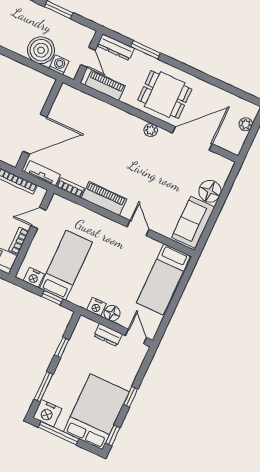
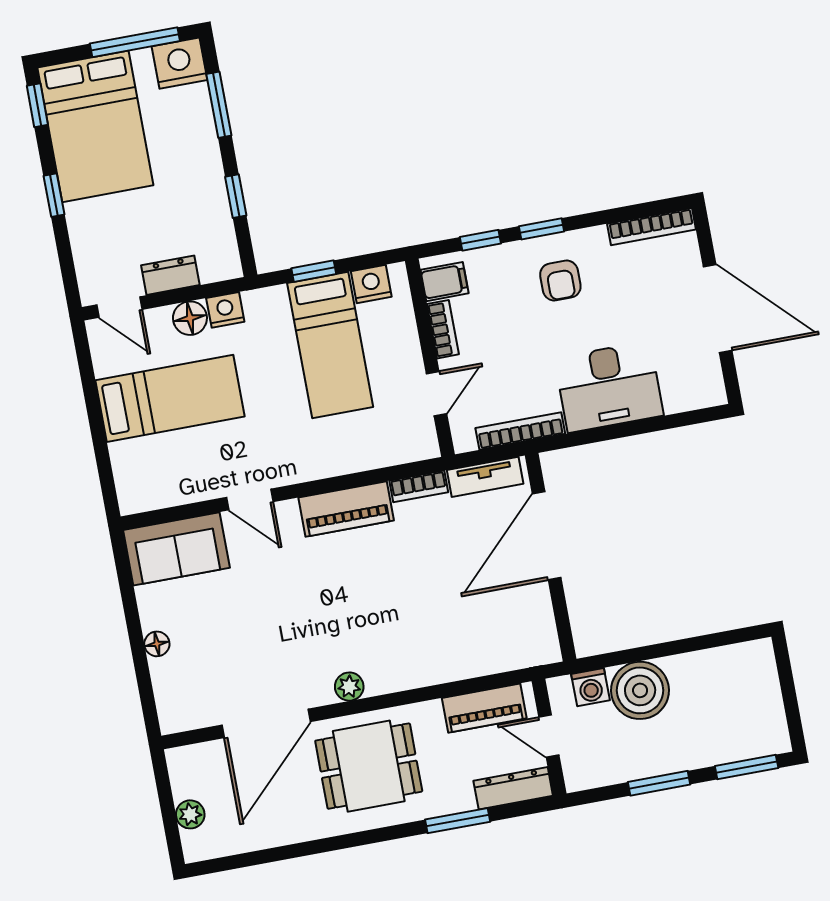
floor lamp: (210, 191) -> (157, 644), width x0.53, depth x0.53
sofa: (193, 222) -> (176, 549), moved, turned 90
bed: (163, 279) -> (170, 398), moved, turned 90

